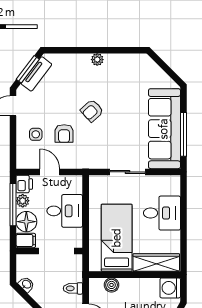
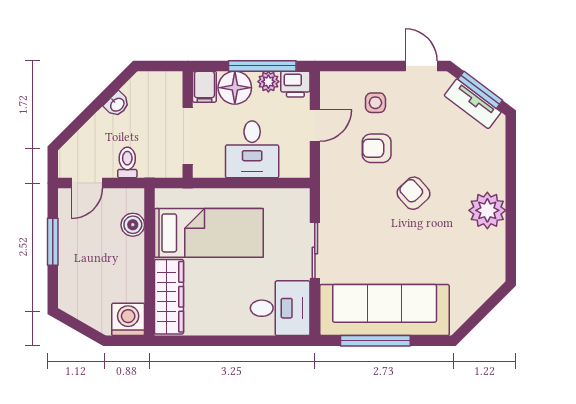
plant: (97, 60) -> (487, 210), width x1.87, depth x1.87
desk: (162, 213) -> (280, 308), moved, turned -90
washbasin: (26, 284) -> (117, 104), moved

